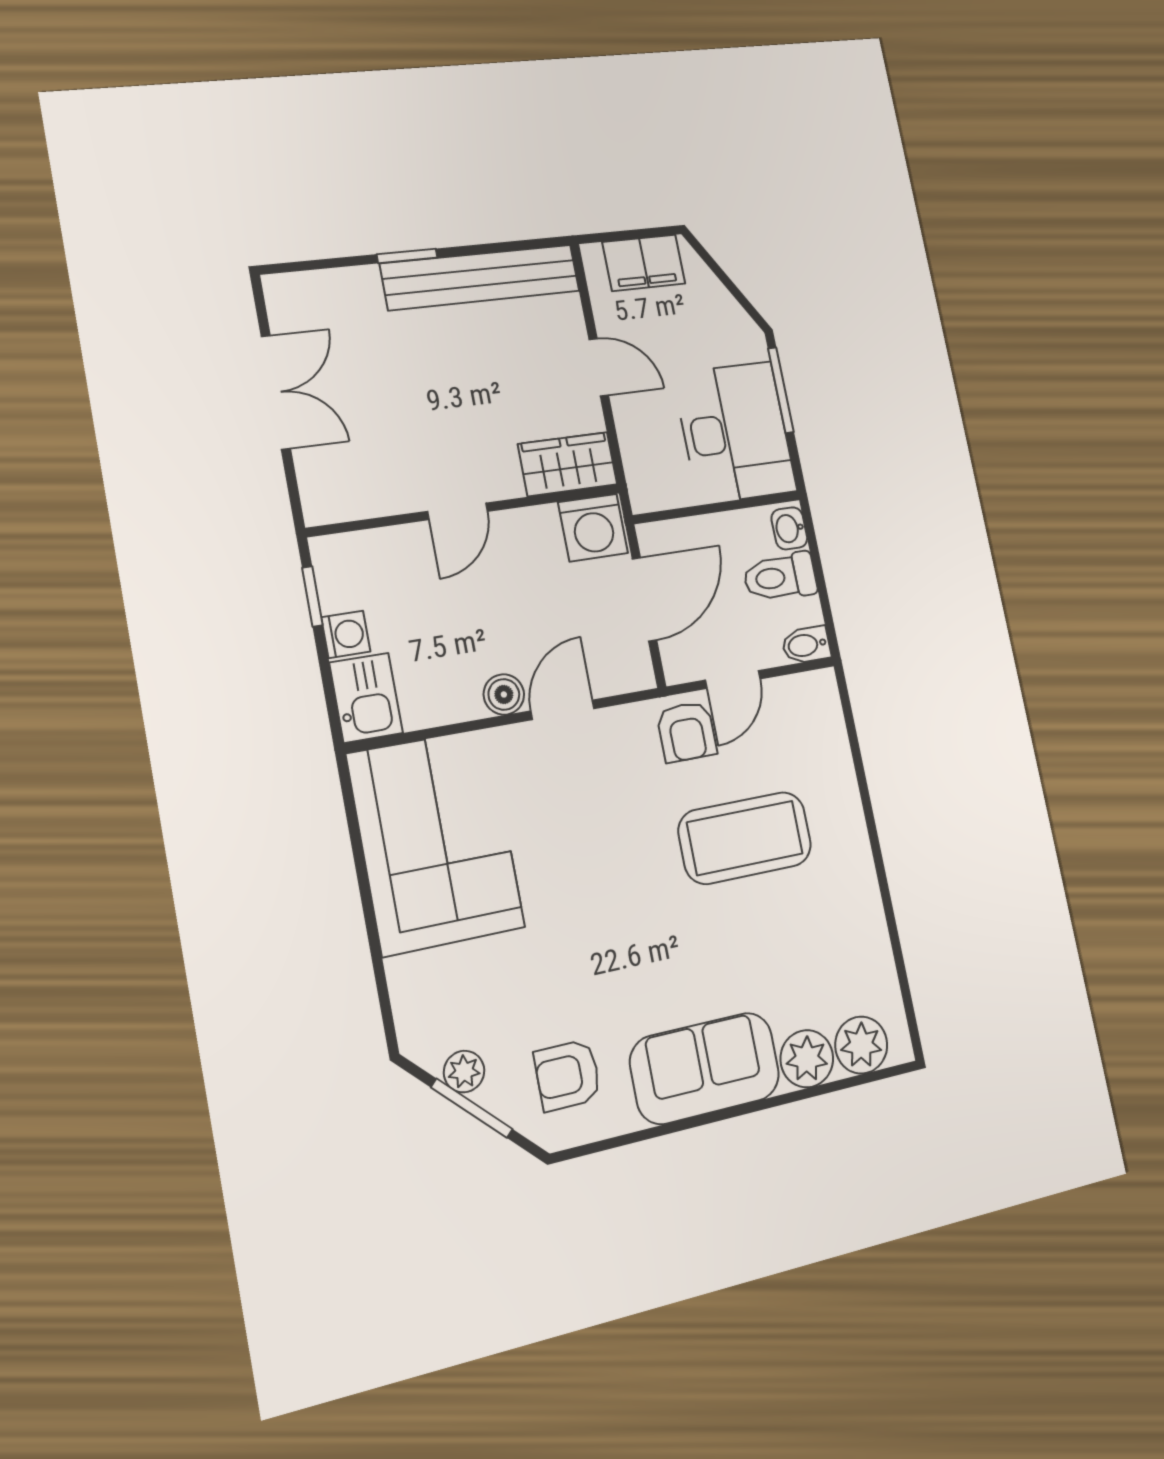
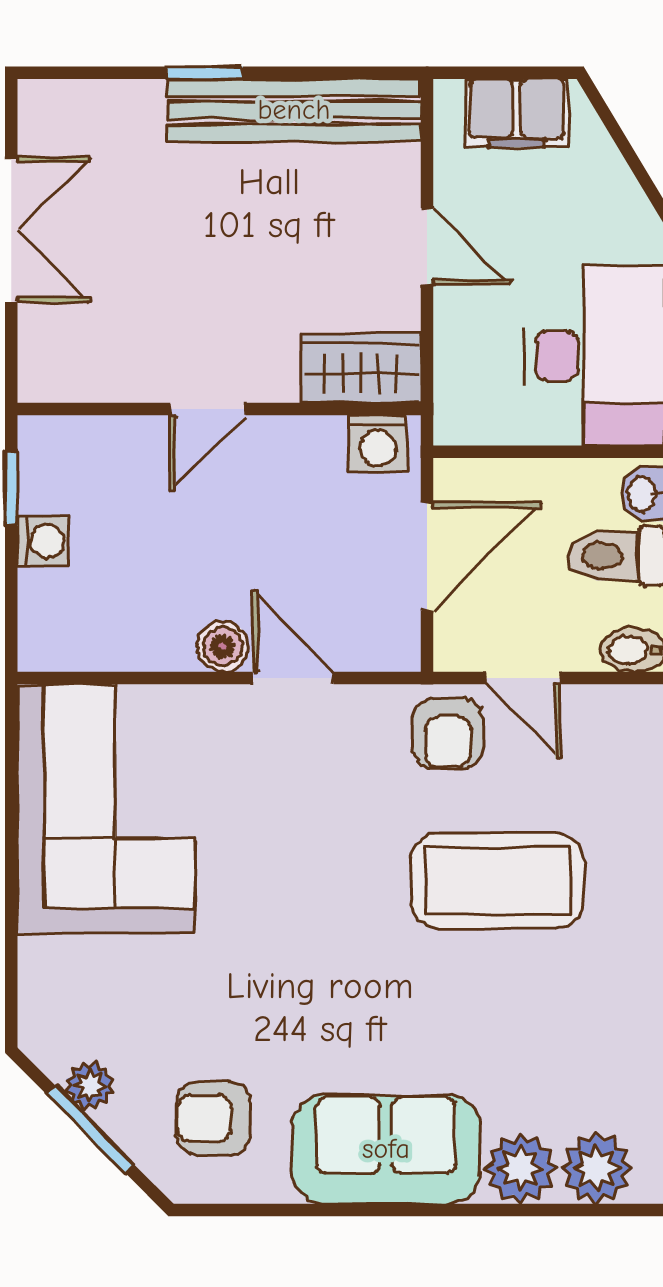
washing machine: (593, 528) -> (378, 444), width x0.73, depth x0.73
door: (733, 680) -> (523, 678), hinge flipped
kitchen sink: (366, 698) -> (54, 622), removed
door: (563, 710) -> (293, 678), hinge flipped

